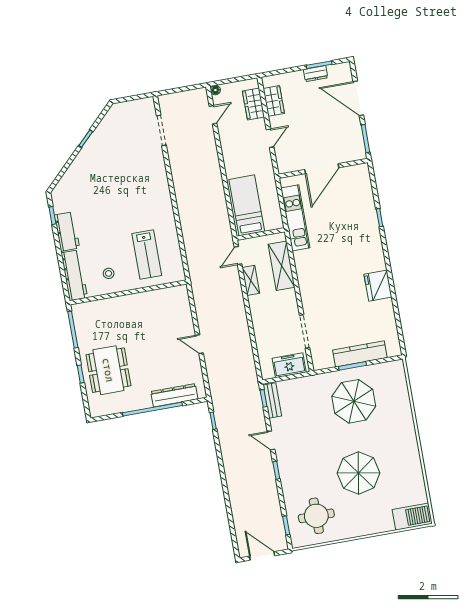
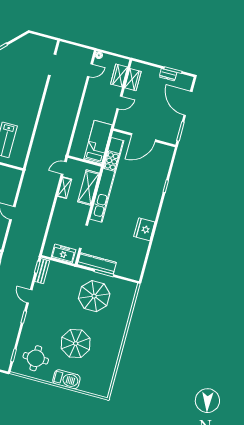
bed: (247, 205) -> (98, 142), moved
kitchen unit: (295, 218) -> (107, 180), width x1.86
kitchen counter: (360, 354) -> (97, 263), moved
barbecue: (412, 517) -> (66, 379), moved

